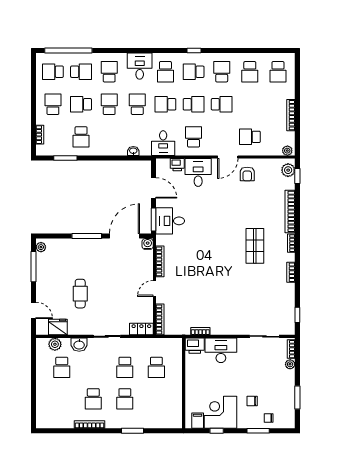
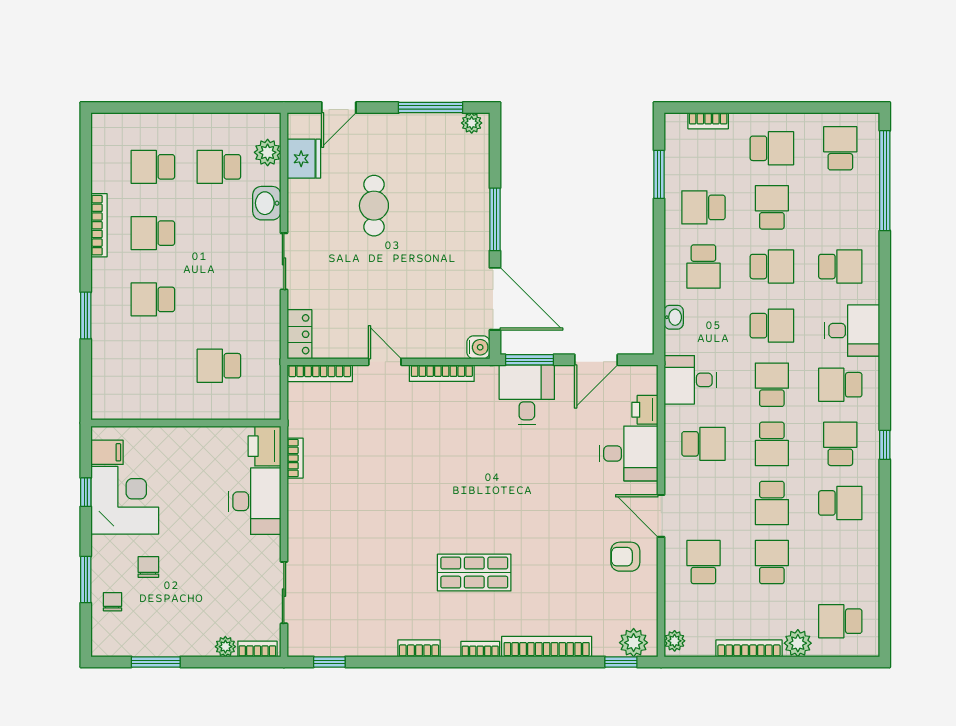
school desk: (81, 72) -> (703, 267), moved
school desk: (250, 72) -> (772, 562), moved, turned 90
plant: (288, 92) -> (798, 643), added
cafe table: (80, 294) -> (374, 206), turned 90
school desk: (125, 367) -> (153, 167), moved

